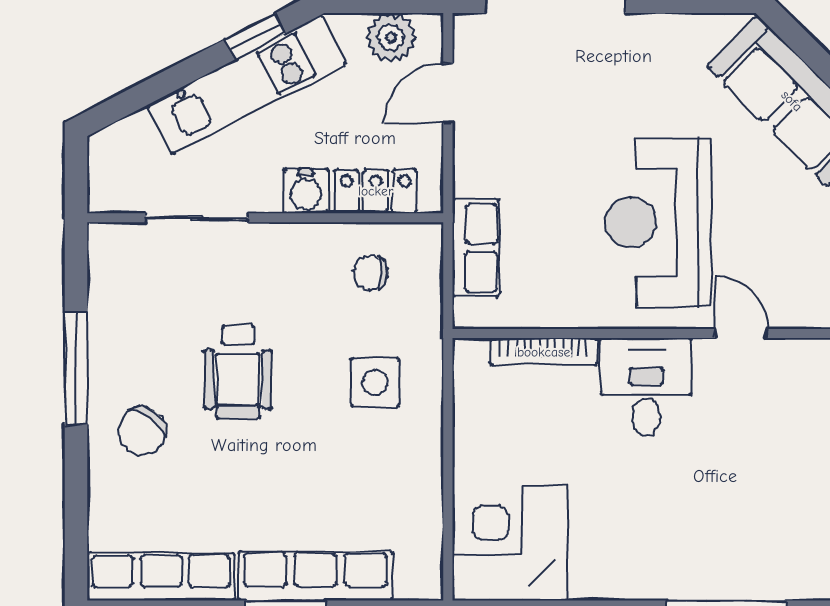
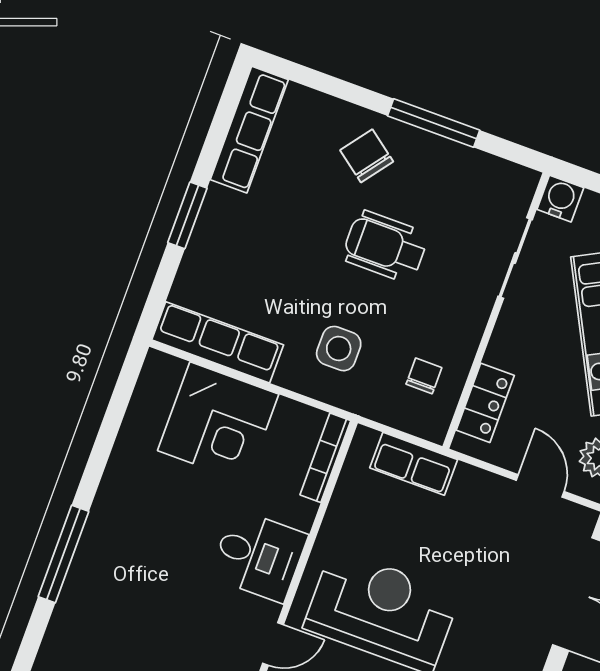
water cooler: (306, 191) -> (560, 199), moved, turned 90
bookcase: (544, 352) -> (325, 458), moved
corner desk: (510, 543) -> (218, 422), moved, turned 90
row of seats: (315, 576) -> (218, 342), moved, turned -90

